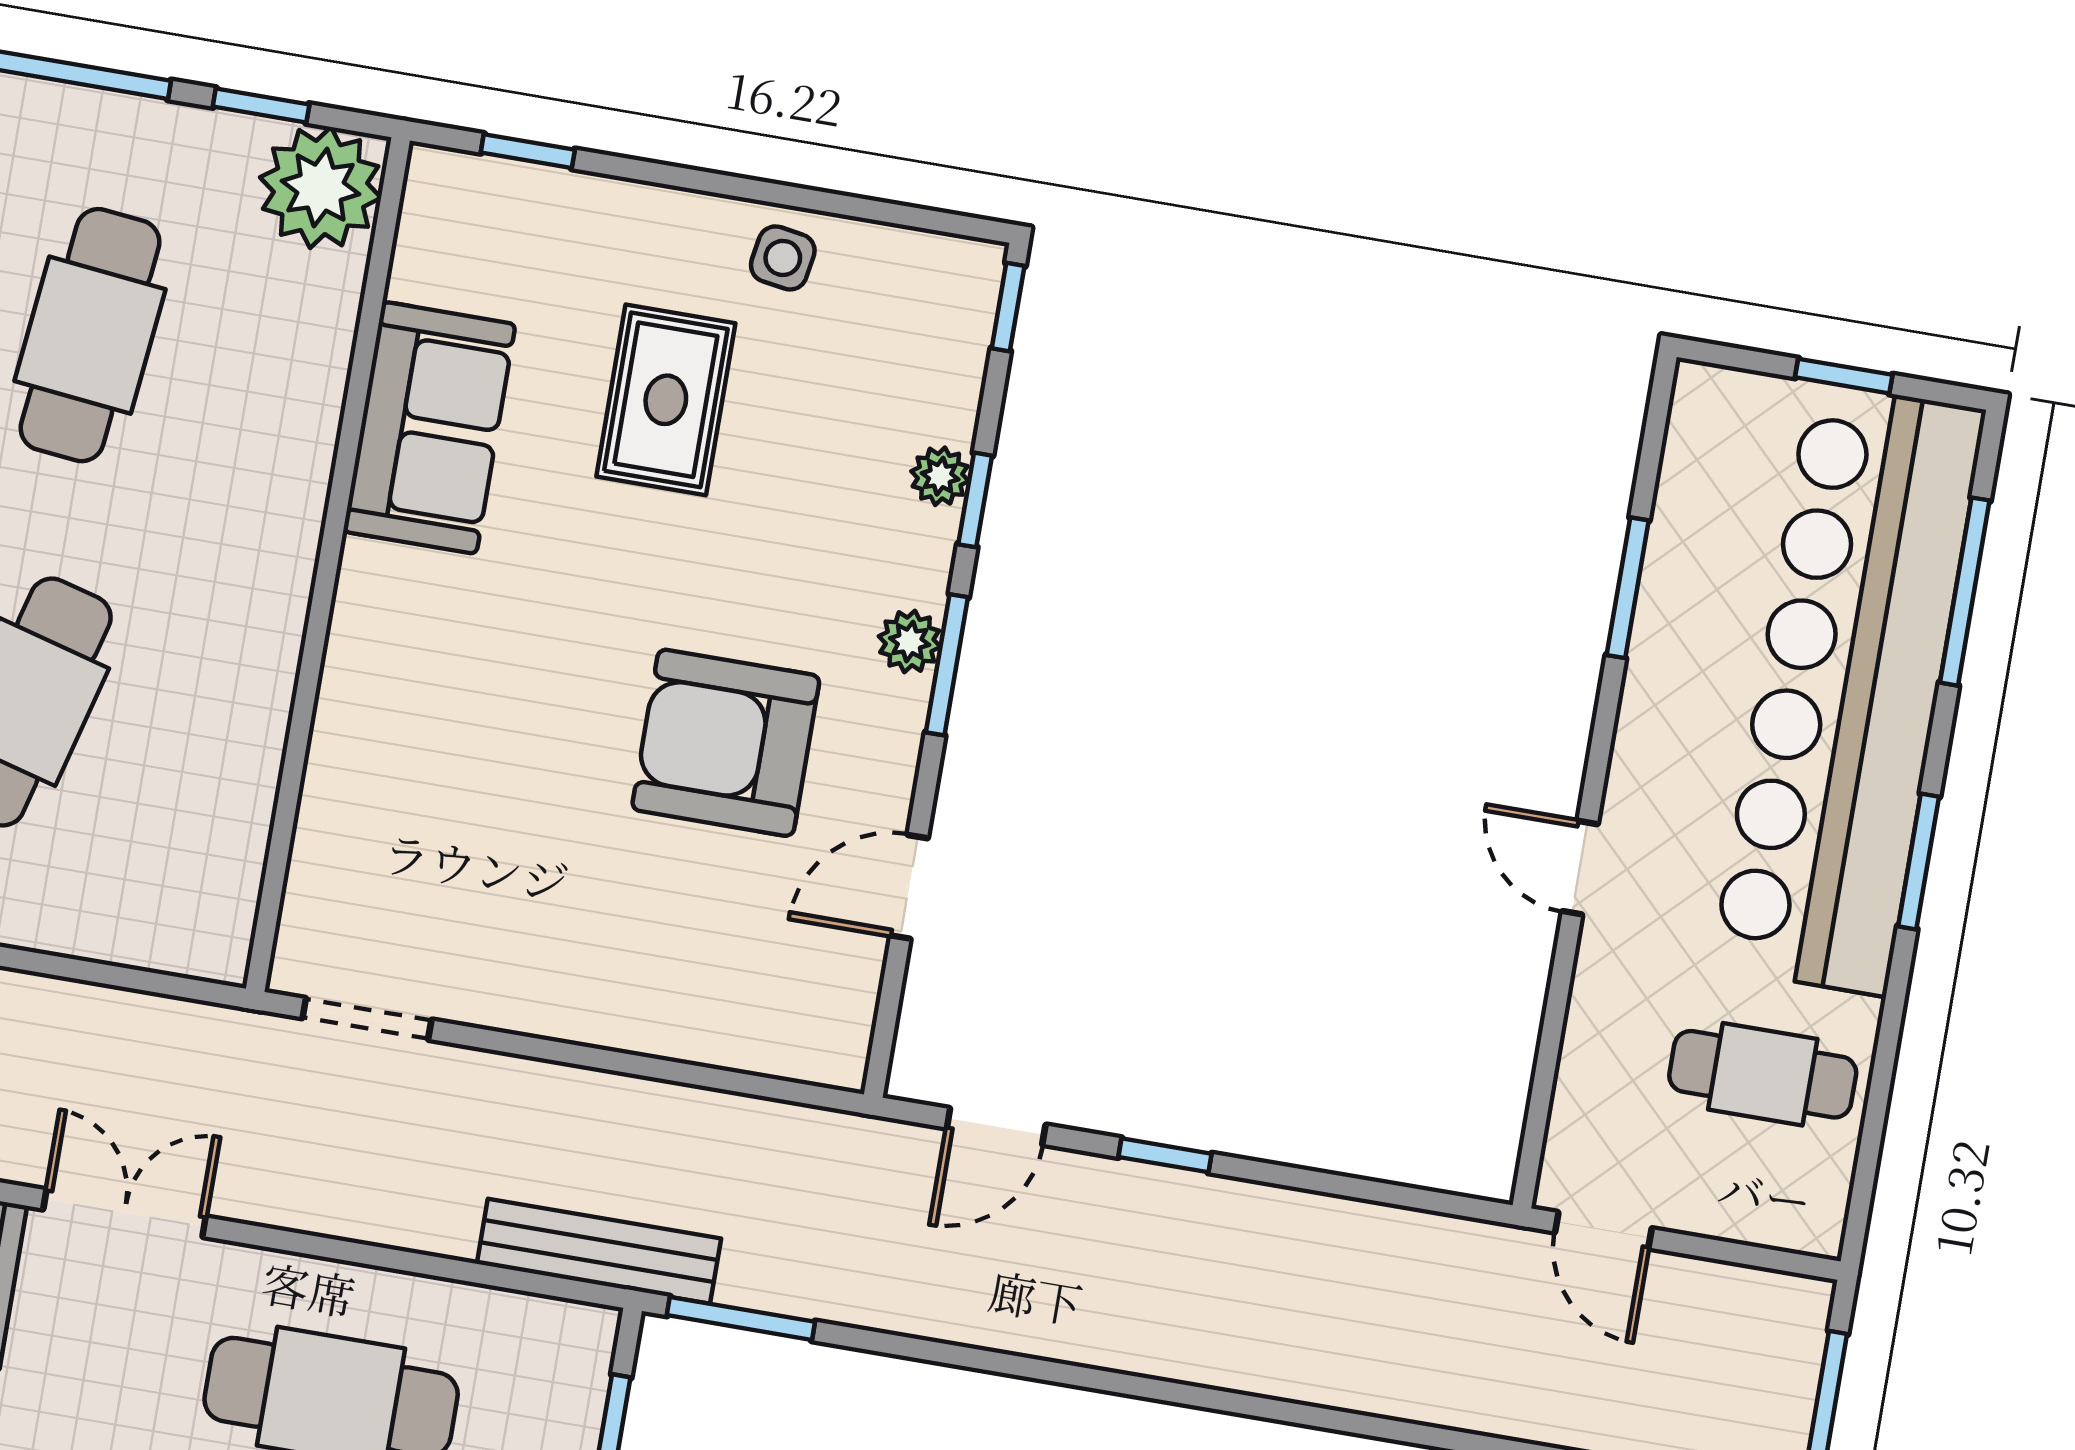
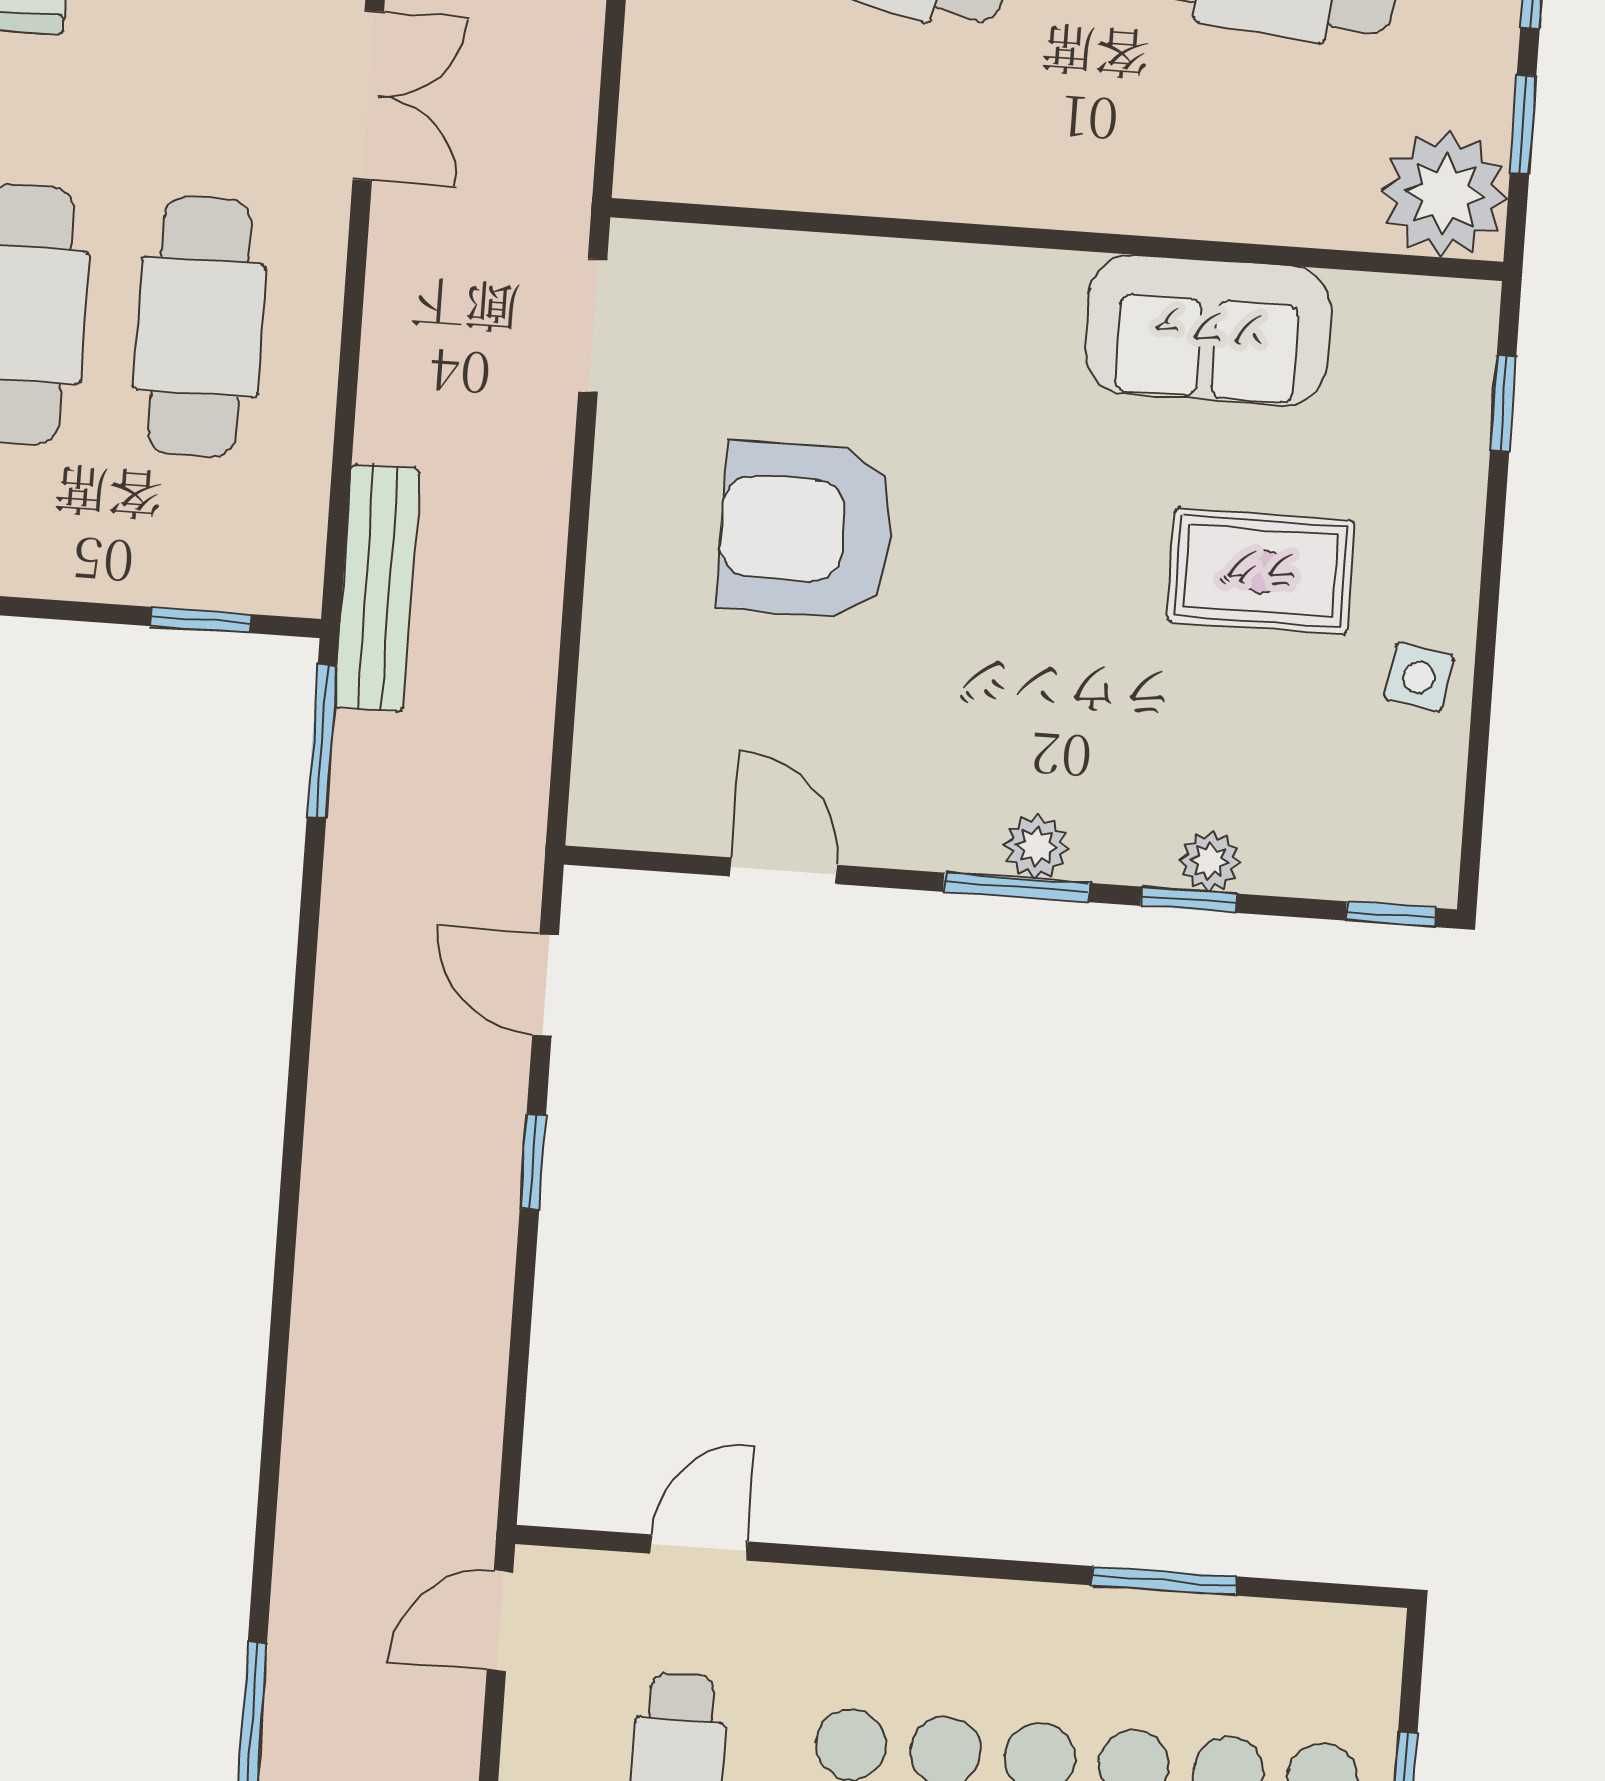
armchair: (726, 743) -> (806, 530), moved, turned -90
door: (1580, 868) -> (699, 1547), moved

